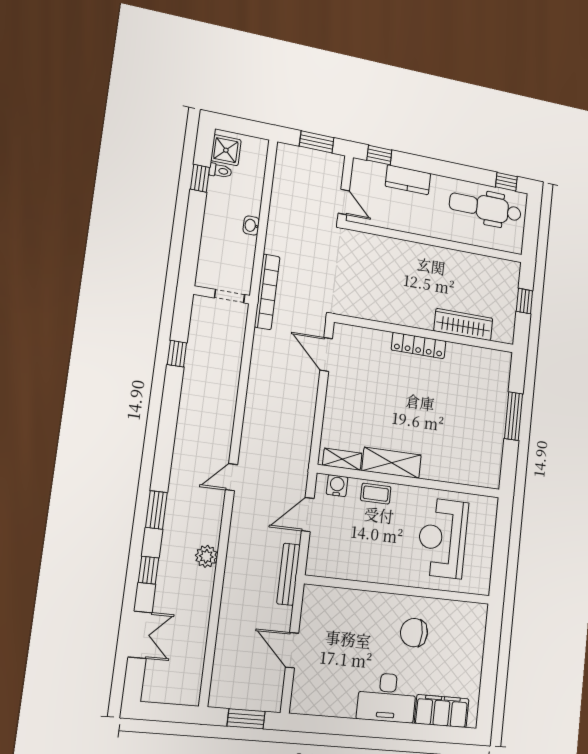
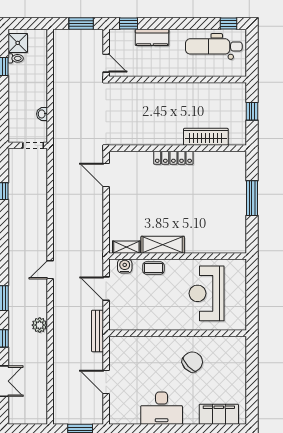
washbasin: (251, 226) -> (42, 114), moved
bookcase: (267, 292) -> (59, 138), removed
door: (308, 515) -> (106, 289), hinge flipped
chair: (414, 633) -> (192, 362), turned 137
desk: (387, 697) -> (162, 408), moved

